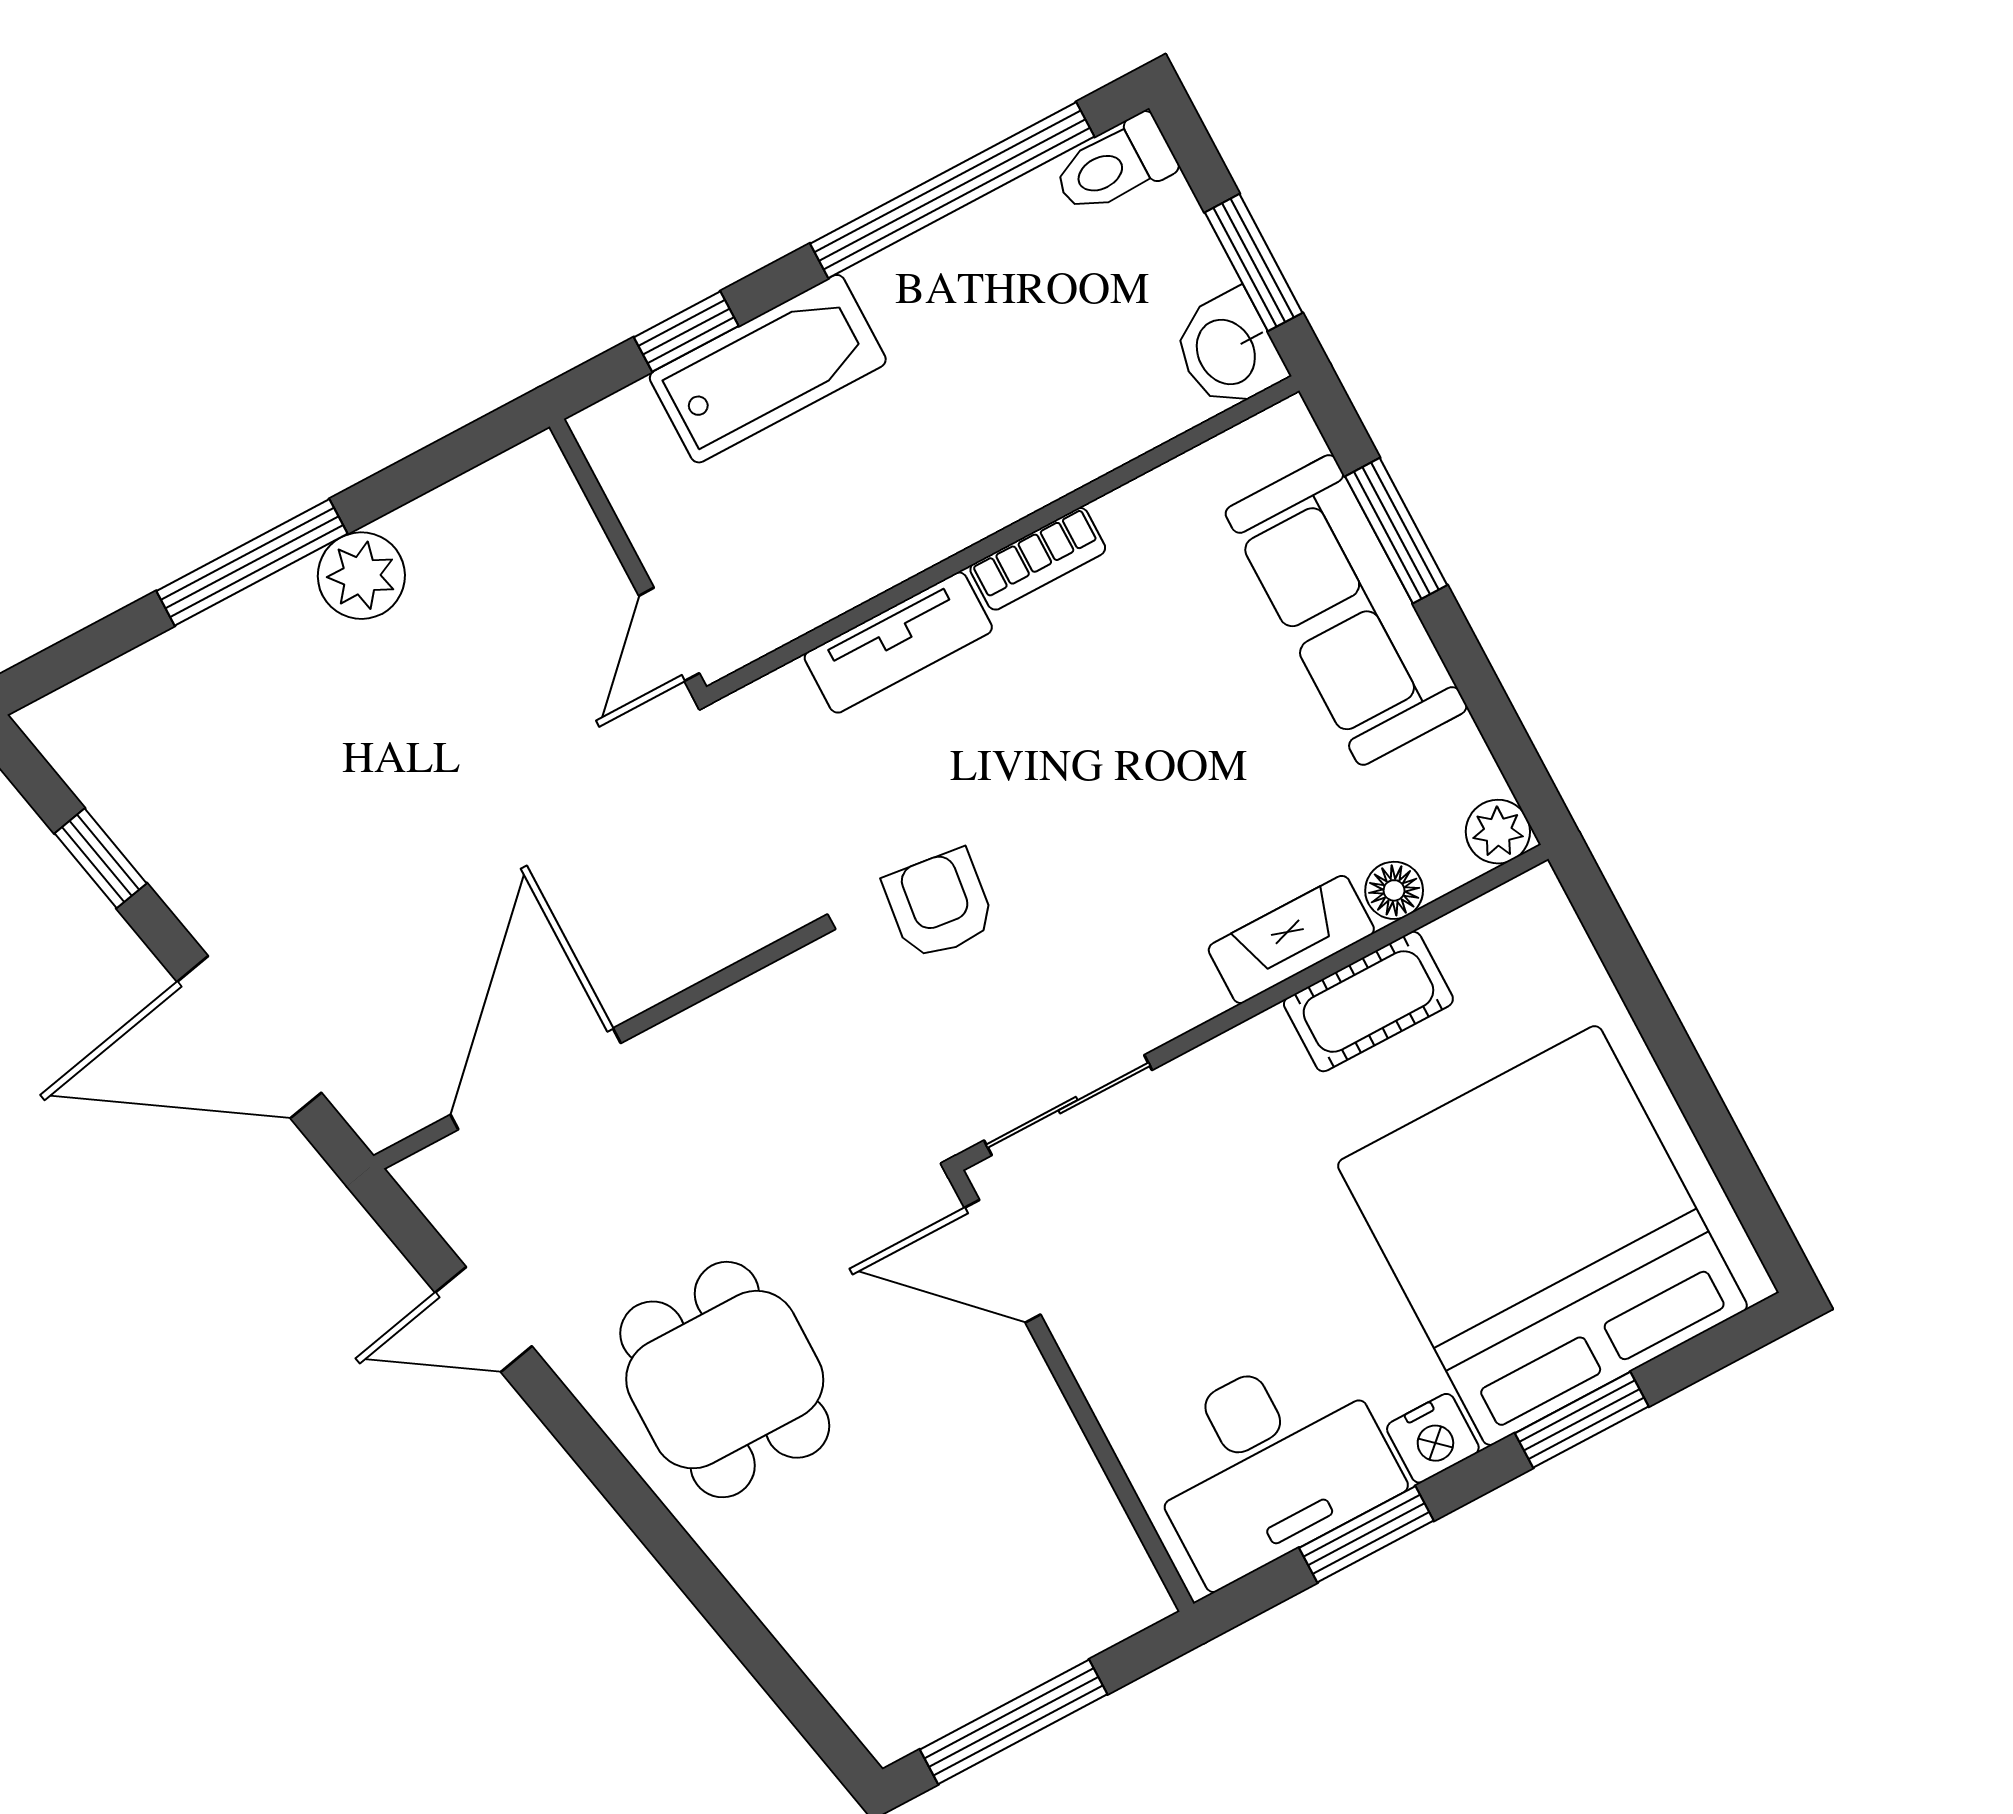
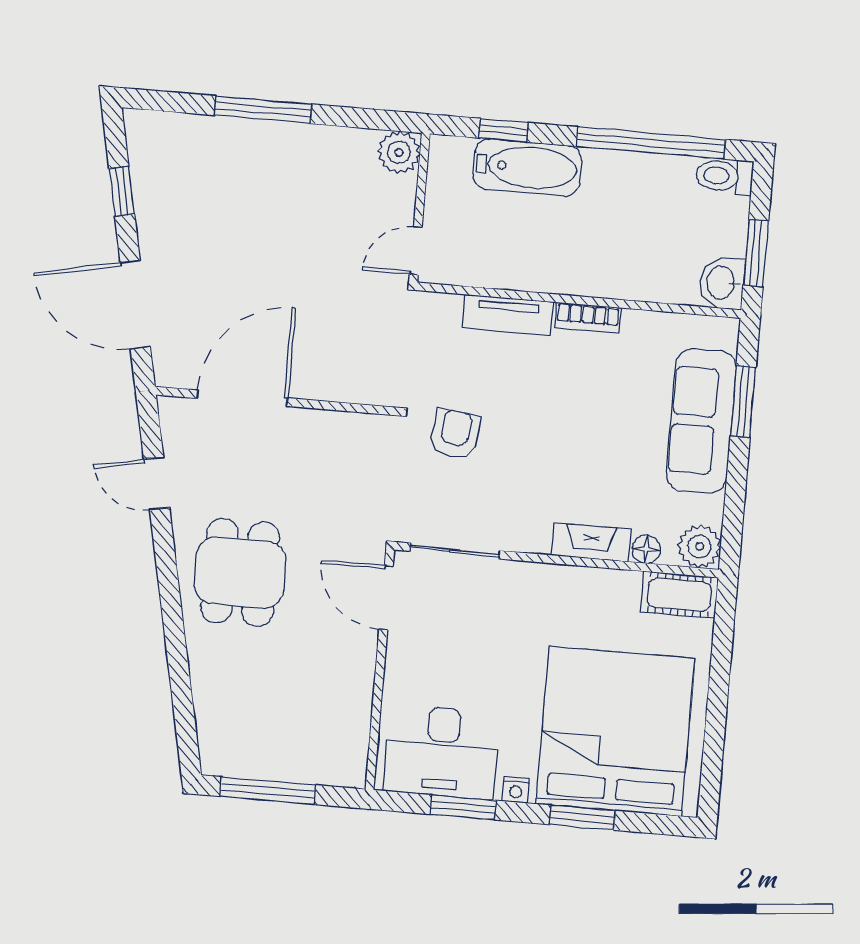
plant: (361, 576) -> (399, 152), moved
plant: (1498, 832) -> (699, 546), width x1.38, depth x1.38
cot: (1368, 1002) -> (679, 595), moved
nightstand: (1433, 1438) -> (516, 790), width x0.72, depth x0.74

